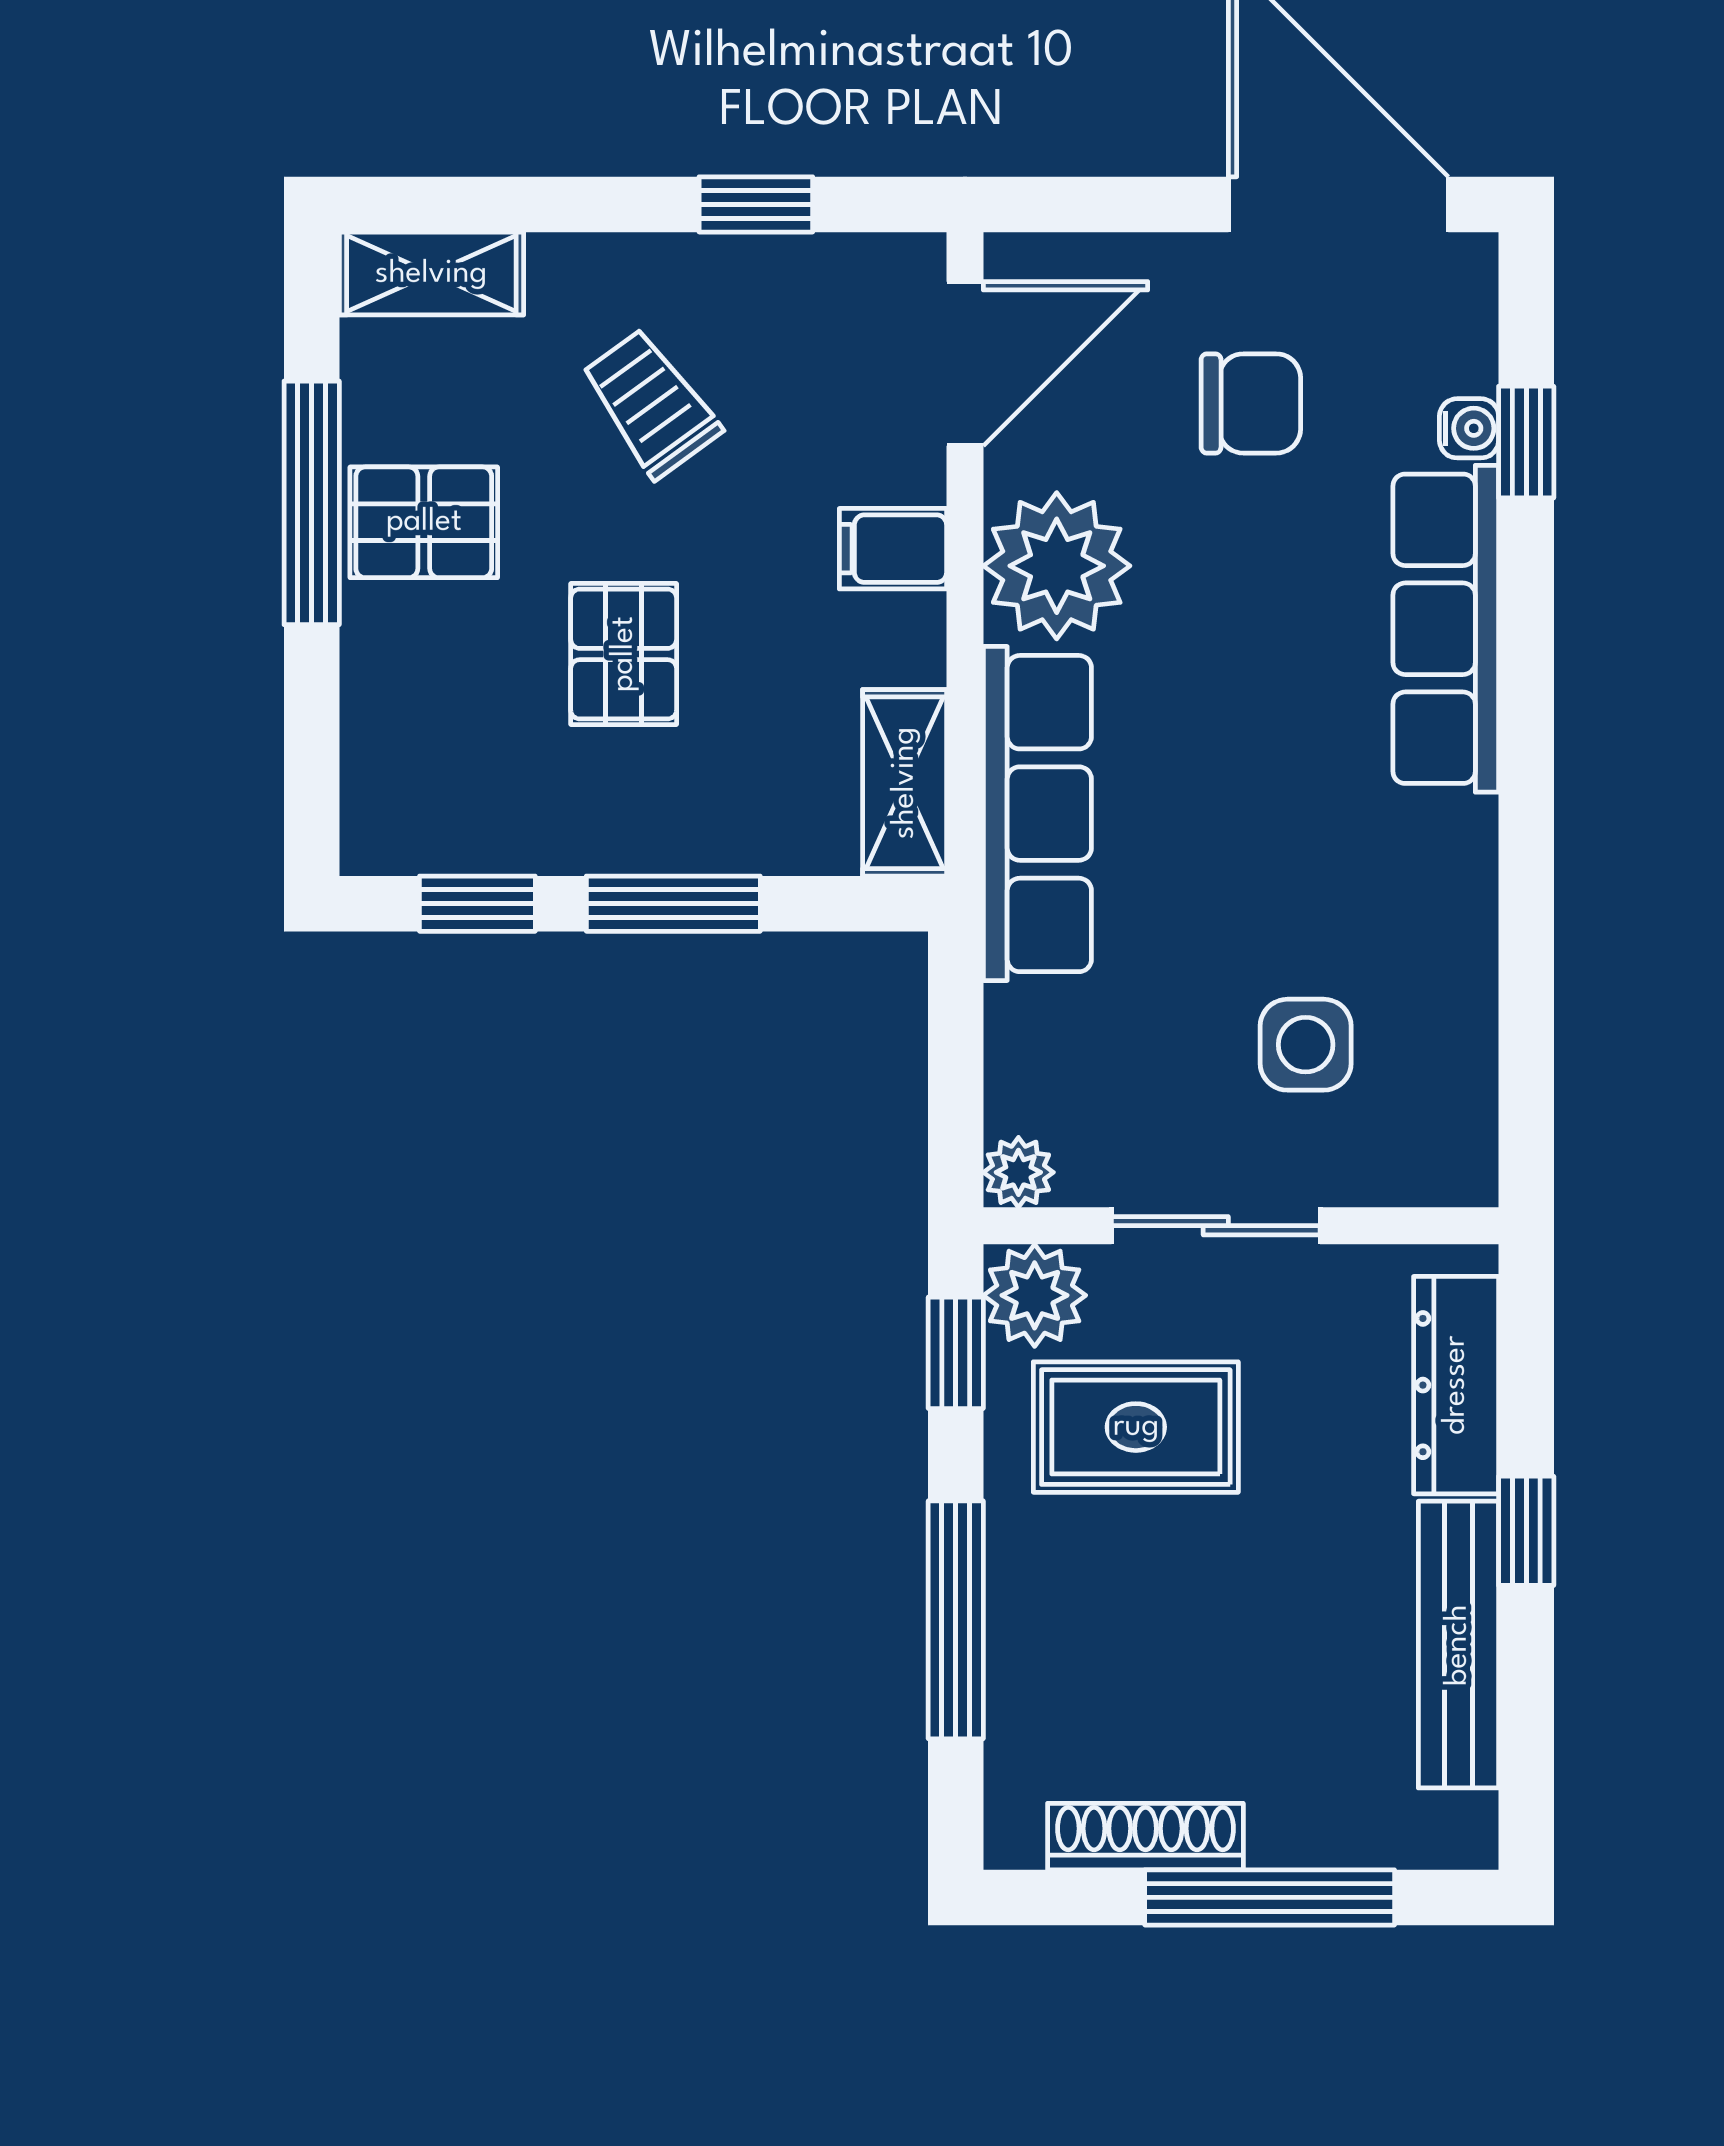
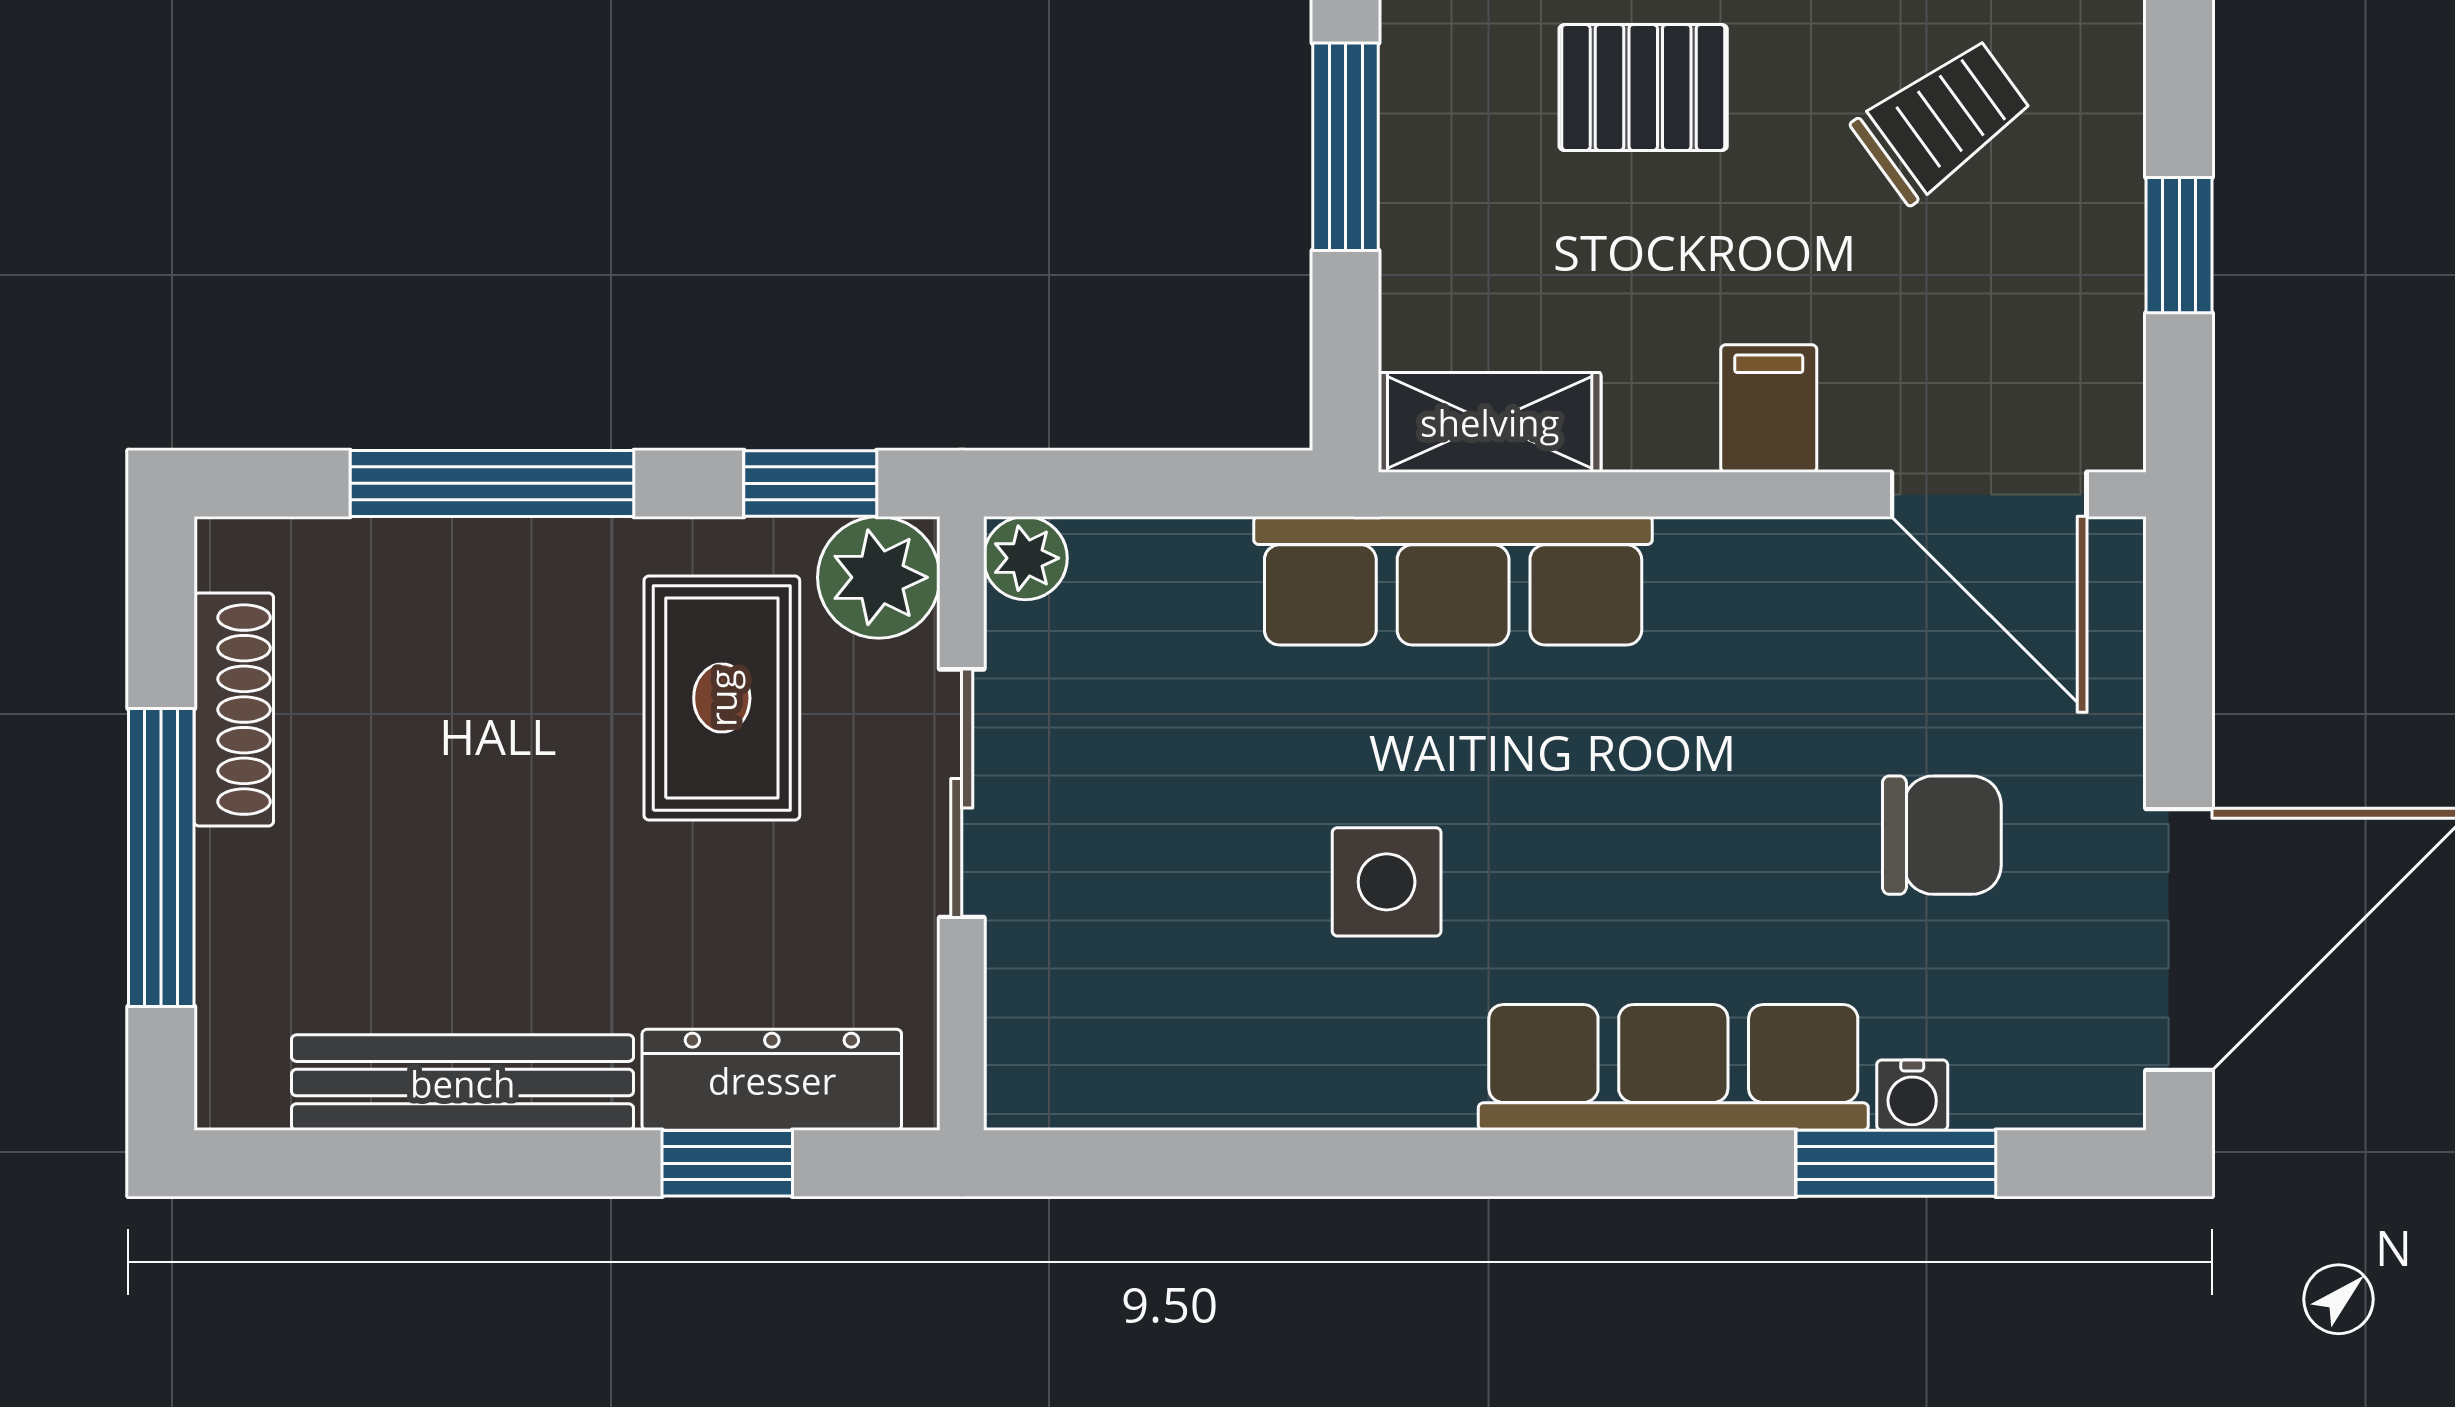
chair: (1251, 403) -> (1942, 835), turned -90
window: (1526, 442) -> (1896, 1163), width x1.50
plant: (1057, 566) -> (1748, 604), removed
side table: (1306, 1045) -> (1387, 882), moved
window: (1526, 1531) -> (727, 1163), moved

